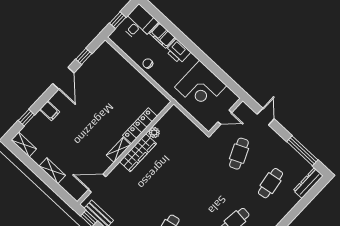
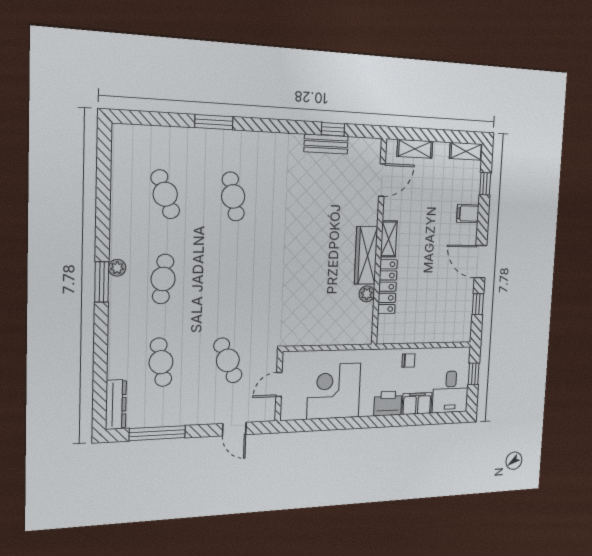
locker: (140, 126) -> (387, 287), moved
plant: (154, 133) -> (367, 294), moved
shelving: (119, 150) -> (389, 239), moved
wall: (125, 153) -> (379, 243), moved
wardrobe: (138, 153) -> (366, 255), moved
door: (97, 183) -> (382, 180), moved

